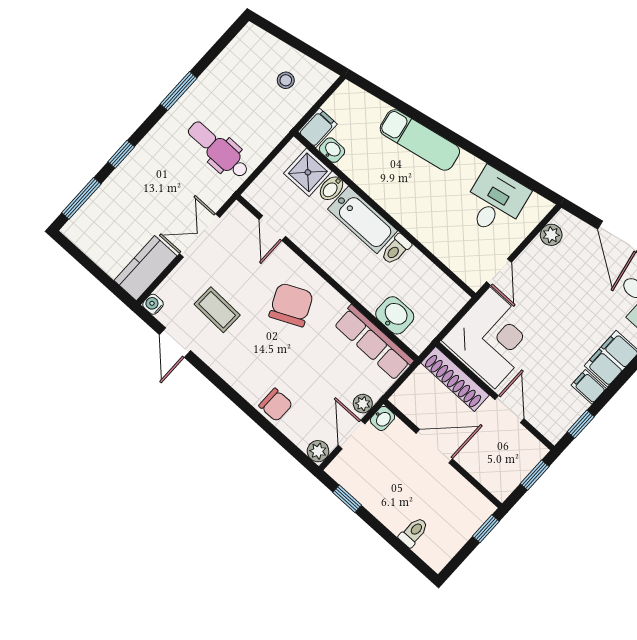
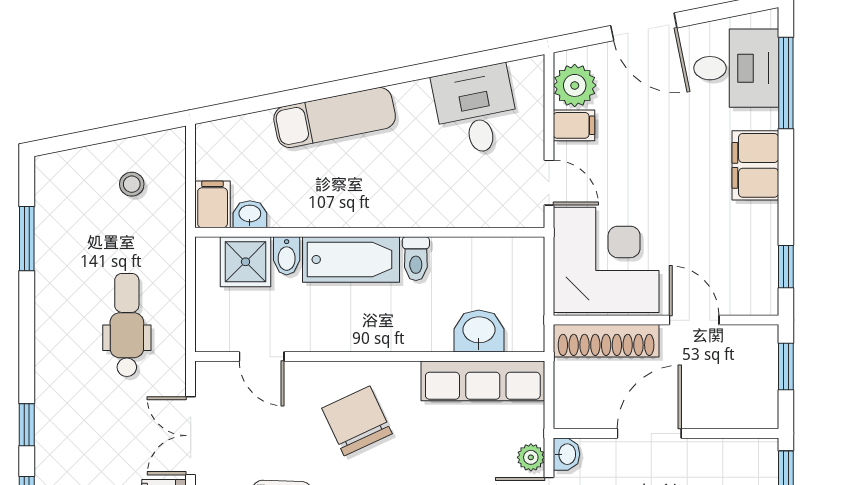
window: (179, 91) -> (27, 239), moved
dental chair: (218, 150) -> (127, 325), turned 90
plant: (551, 235) -> (575, 85), width x1.38, depth x1.38
filing cabinet: (589, 387) -> (574, 125), moved, turned 180

